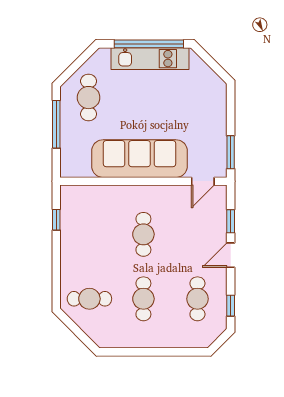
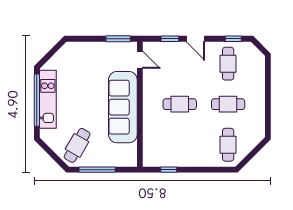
cafe table: (89, 98) -> (77, 145), turned -60
cafe table: (197, 299) -> (228, 64), turned 90

